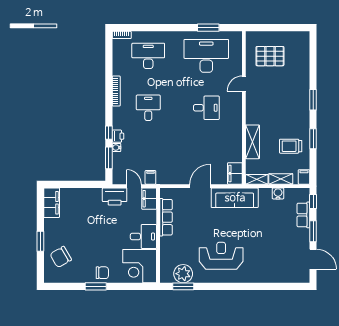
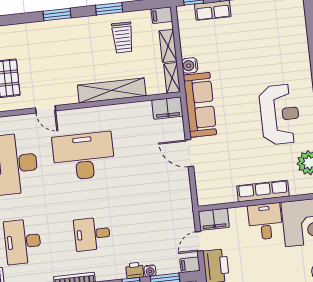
desk: (206, 108) -> (84, 156), width x1.87, depth x1.30
shelving: (253, 142) -> (112, 90), width x1.47
filing cabinet: (150, 177) -> (190, 265), moved
water cooler: (278, 193) -> (190, 66), moved
row of seats: (166, 217) -> (263, 191), moved
reception desk: (221, 256) -> (280, 114), turned 180

